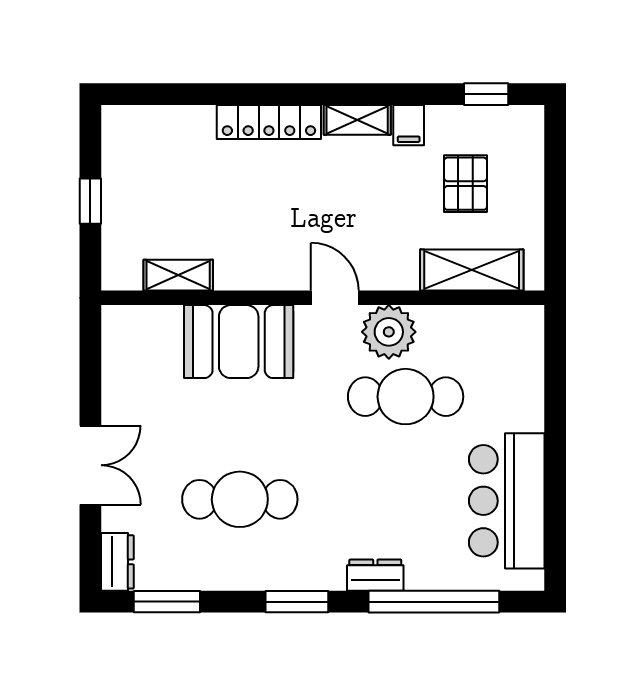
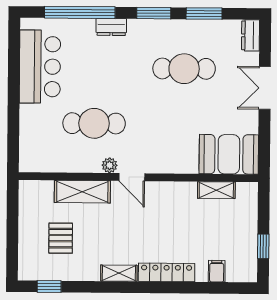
filing cabinet: (409, 125) -> (217, 271), moved
window: (90, 201) -> (263, 246), moved
shelving: (472, 270) -> (82, 192), moved
plant: (389, 332) -> (110, 165), width x0.53, depth x0.53
booth: (239, 342) -> (229, 154), moved
window: (167, 602) -> (204, 14), moved

